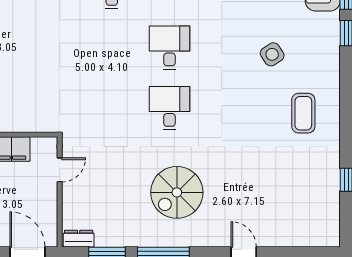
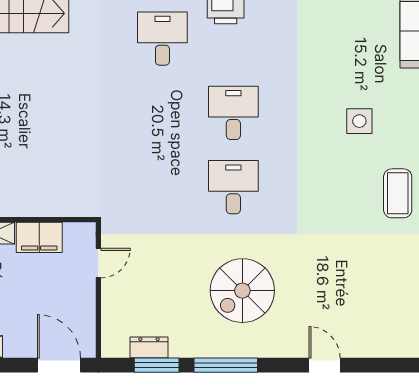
side table: (272, 54) -> (359, 121), turned 33
dresser: (79, 239) -> (149, 347), moved

